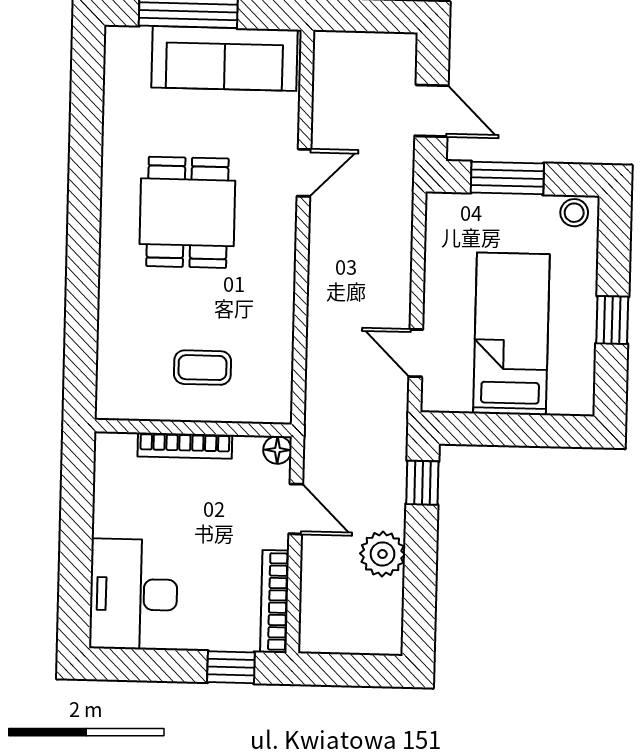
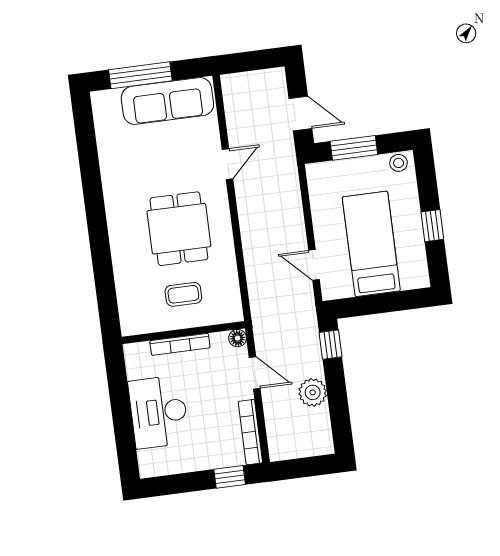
dining table: (187, 212) -> (179, 229), moved
desk: (134, 594) -> (159, 412), moved

